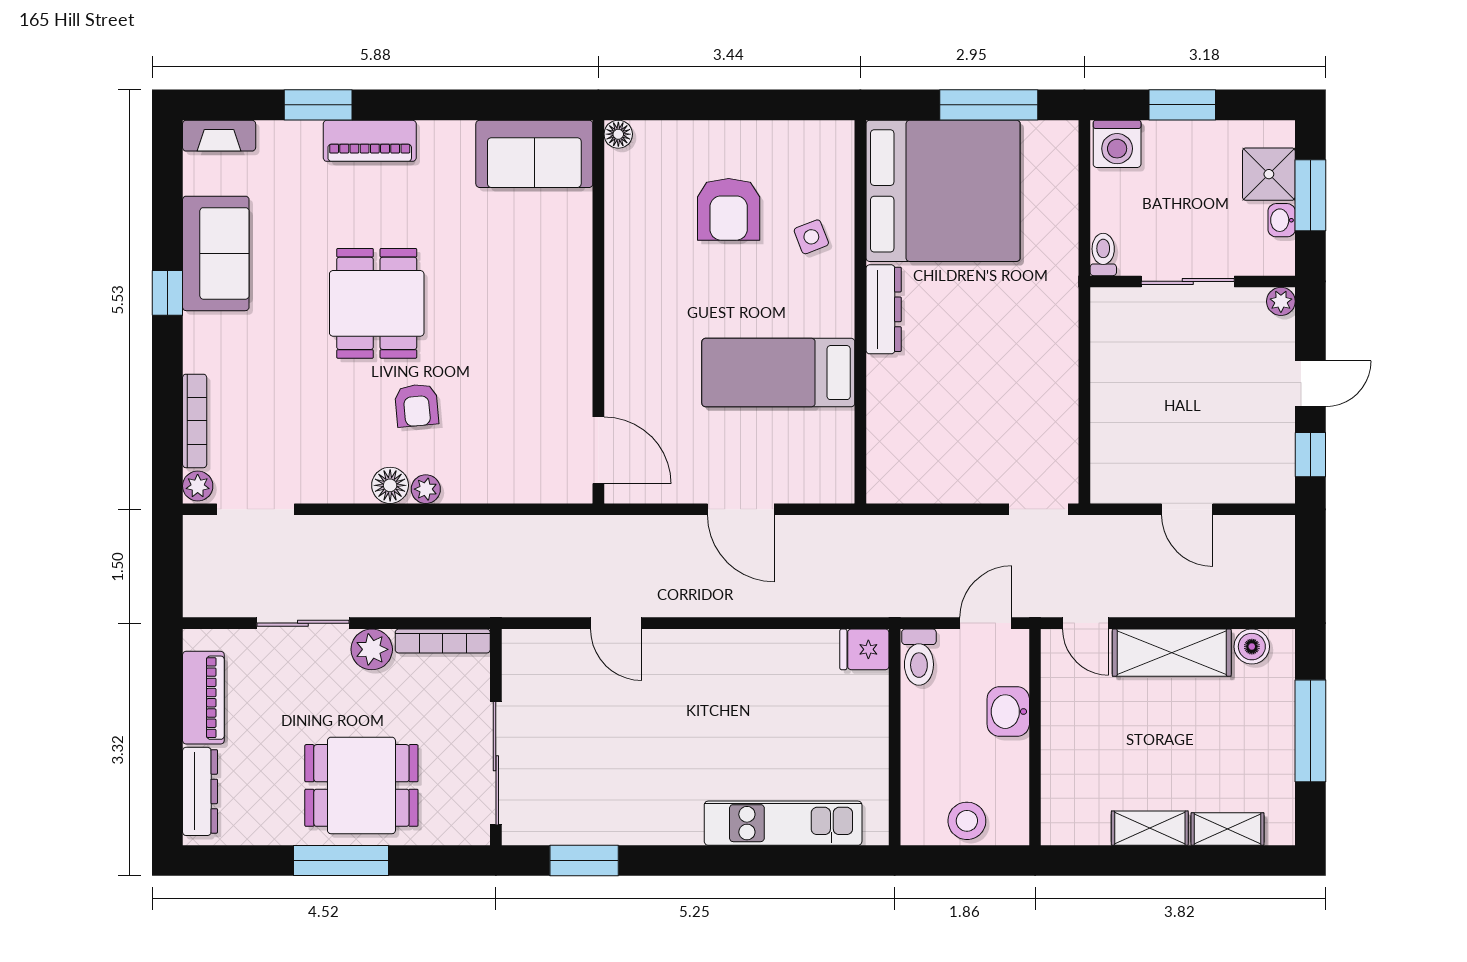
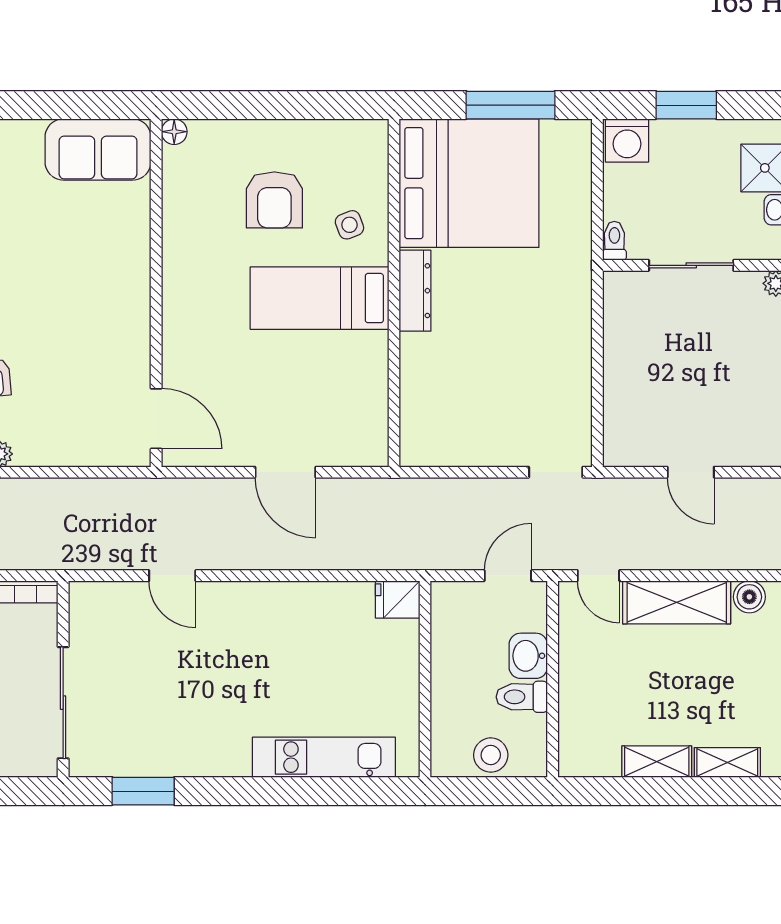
bed: (778, 373) -> (320, 298), moved
toilet: (919, 657) -> (522, 697), moved, turned 90

